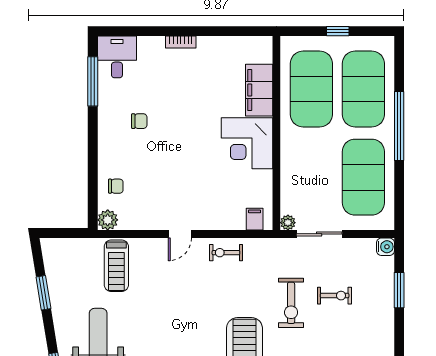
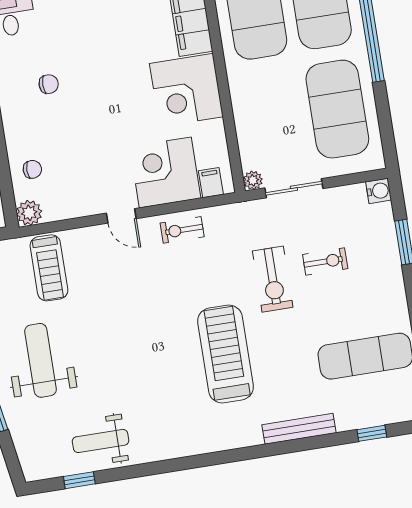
corner desk: (220, 205) -> (165, 172), added
door: (180, 234) -> (121, 216), hinge flipped

